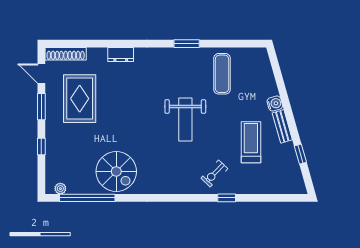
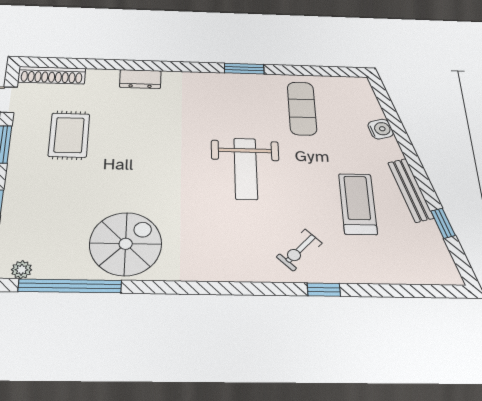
rug: (80, 99) -> (69, 135), width x0.73, depth x0.70
water cooler: (275, 104) -> (381, 129), moved
bench: (282, 126) -> (411, 190), width x1.36
spiral stairs: (116, 171) -> (126, 244), turned -90

